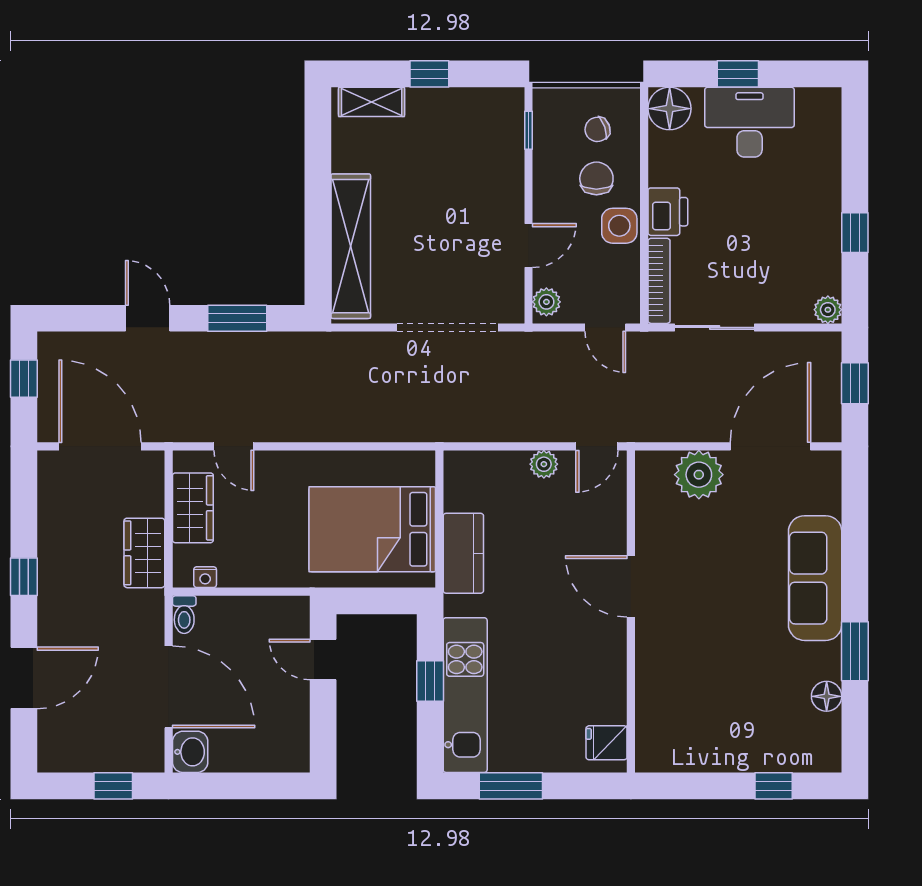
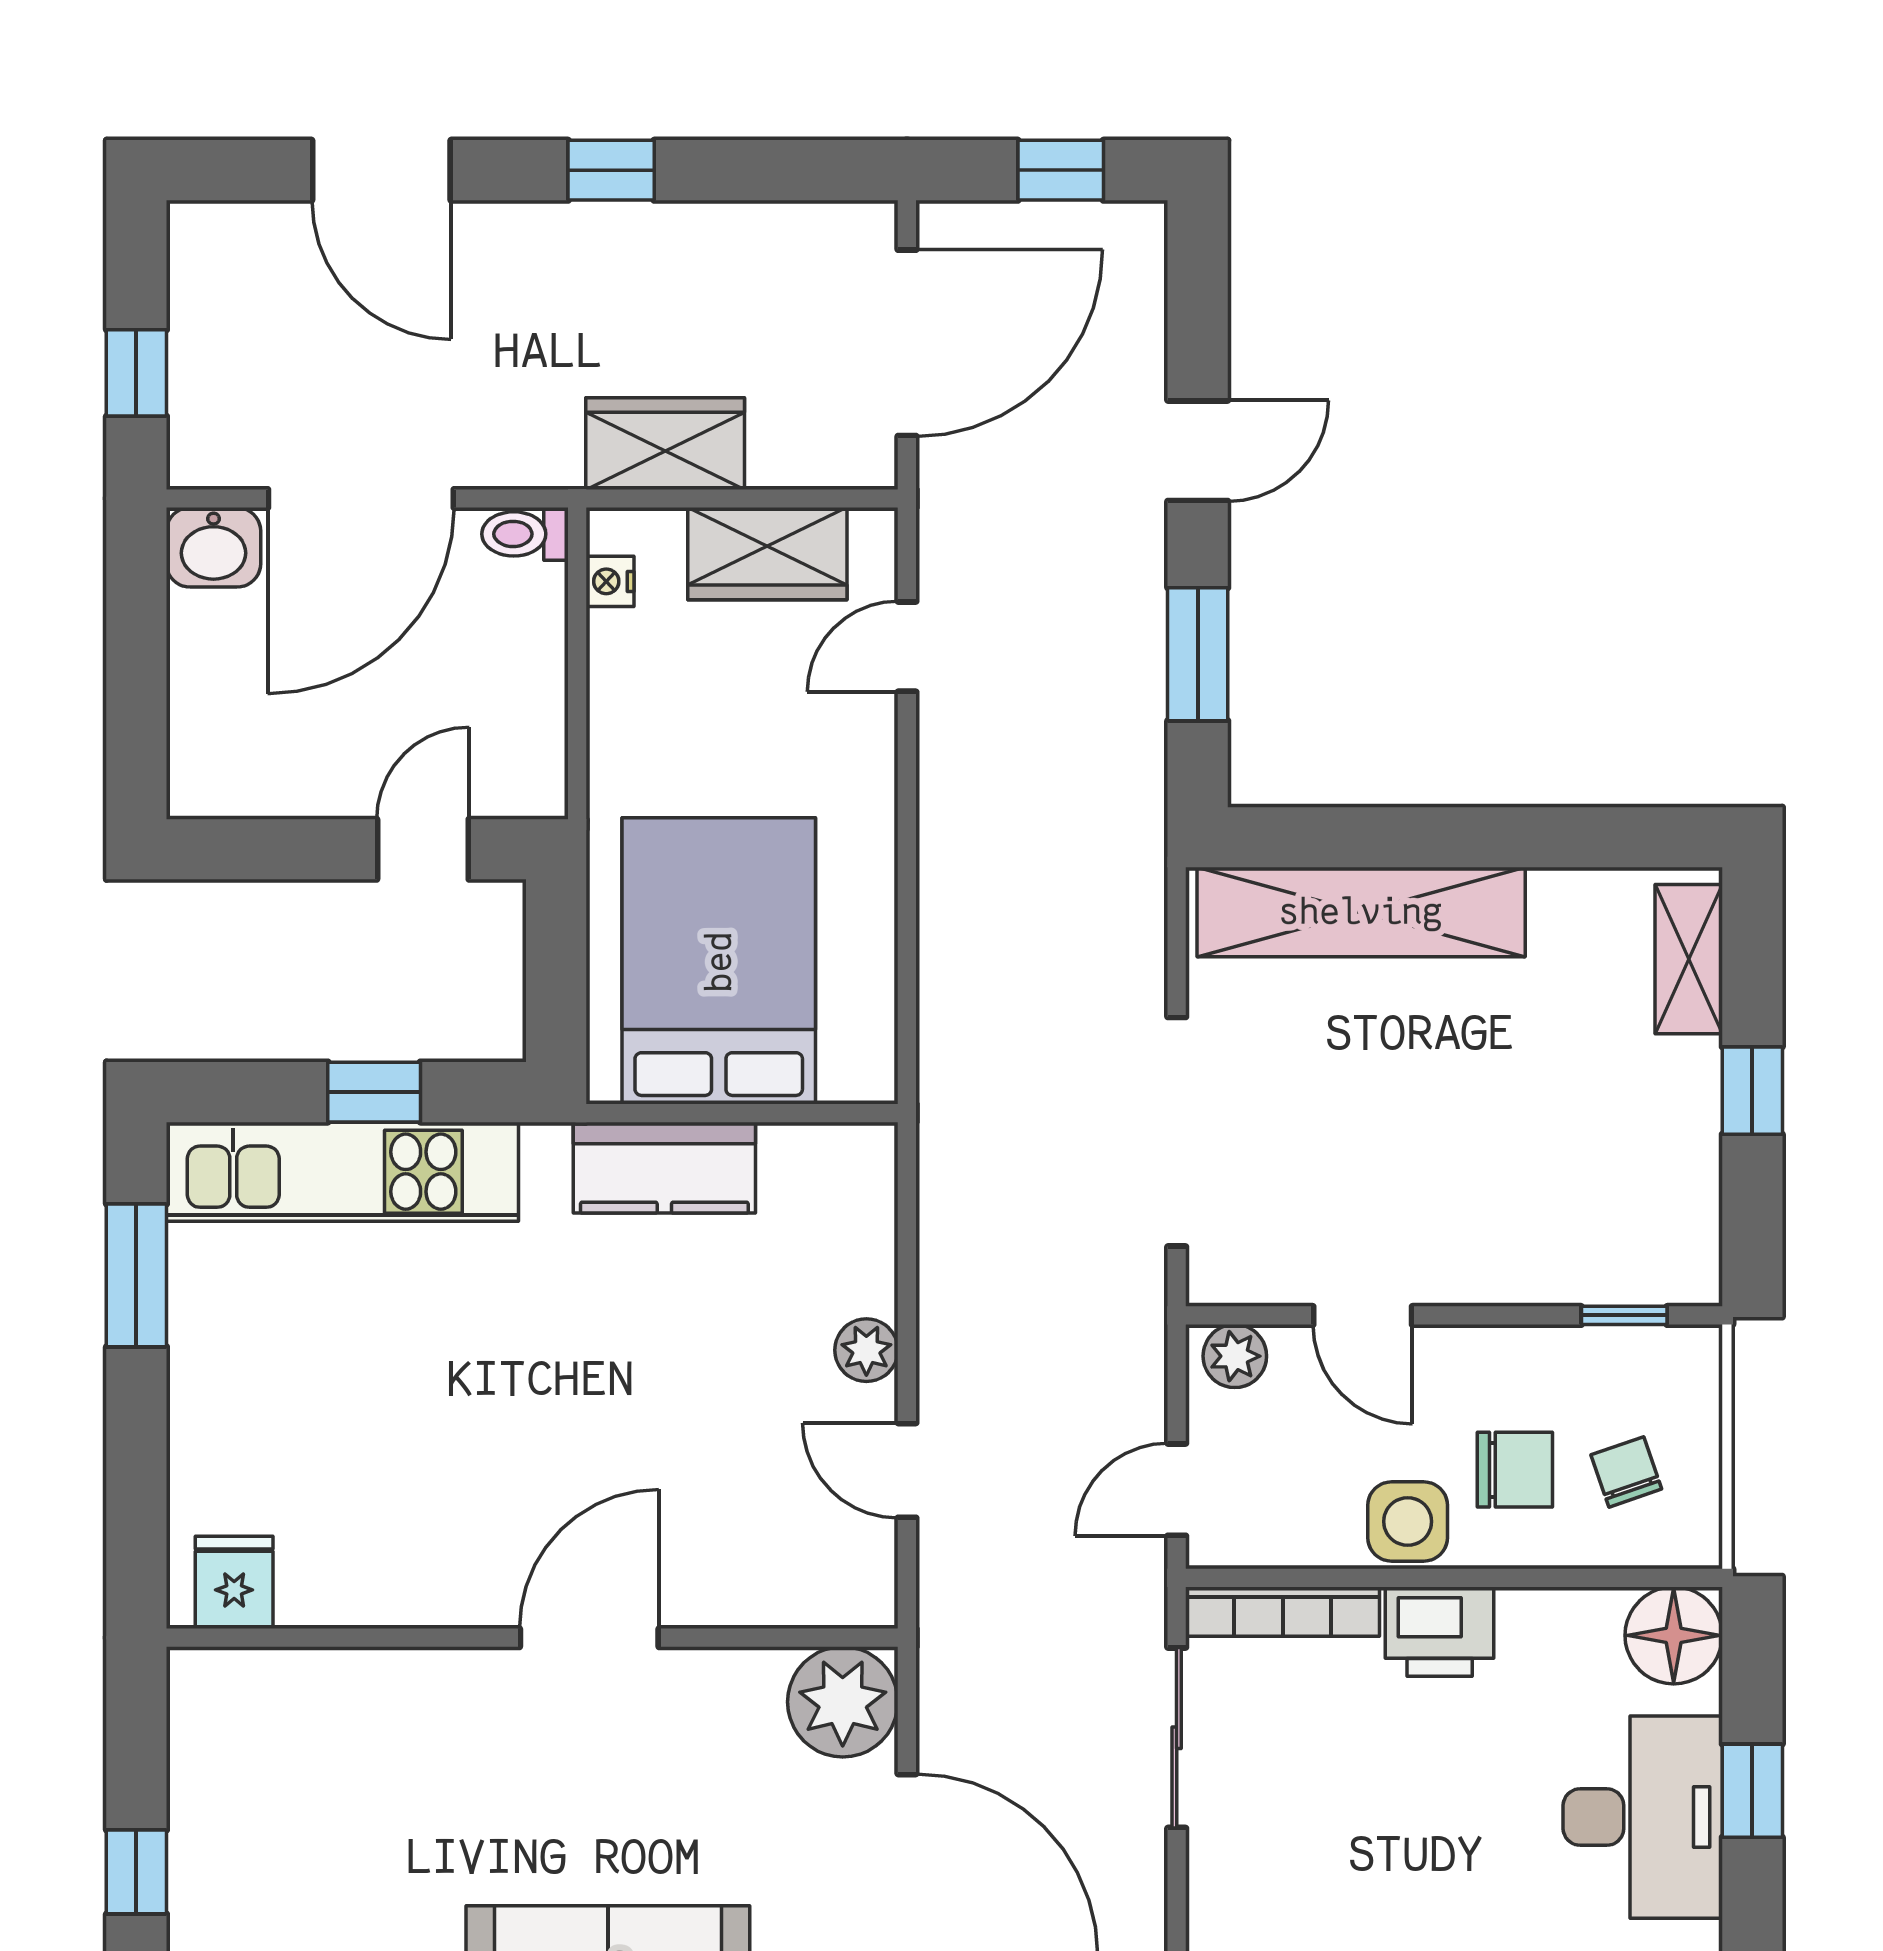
door: (631, 586) -> (589, 1638), moved
wall: (631, 611) -> (532, 1638), moved
fridge: (607, 743) -> (234, 1582), moved

